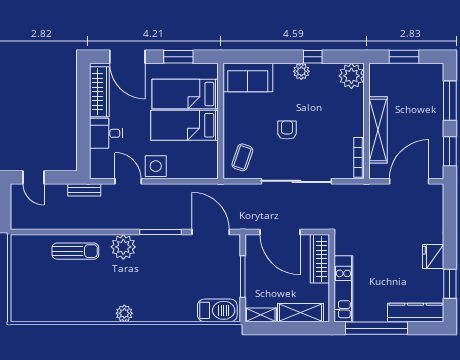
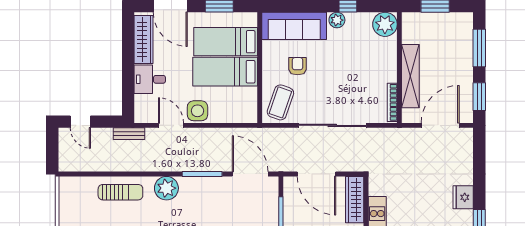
sofa: (248, 77) -> (294, 26), width x1.36
armchair: (287, 130) -> (298, 66), moved
coffee table: (242, 157) -> (280, 102), width x1.36, depth x1.30

